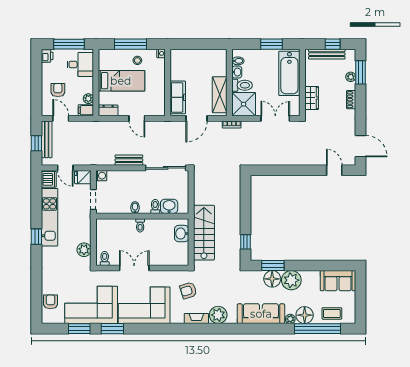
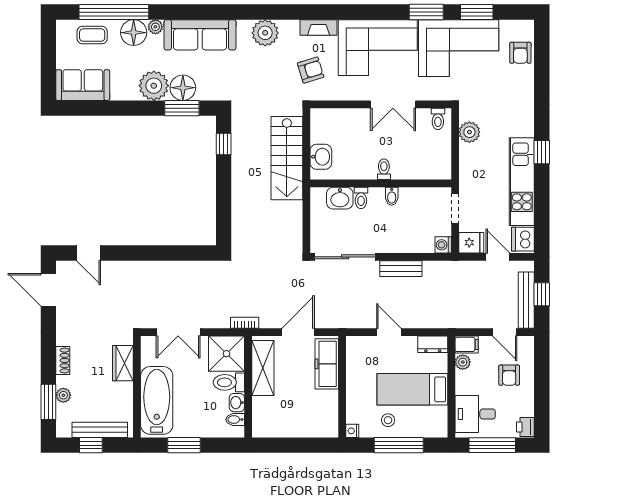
fireplace: (196, 318) -> (319, 27), moved

